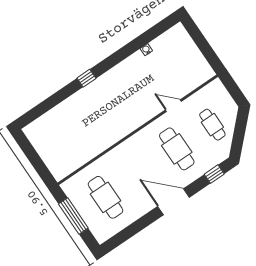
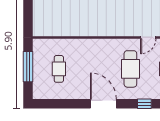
door: (173, 106) -> (148, 37), swing flipped
cafe table: (106, 197) -> (59, 69), width x0.73, depth x0.74

